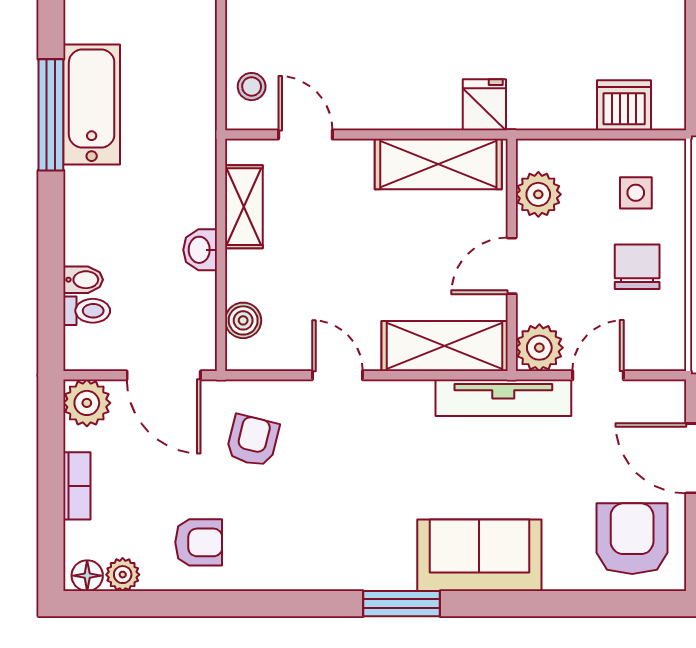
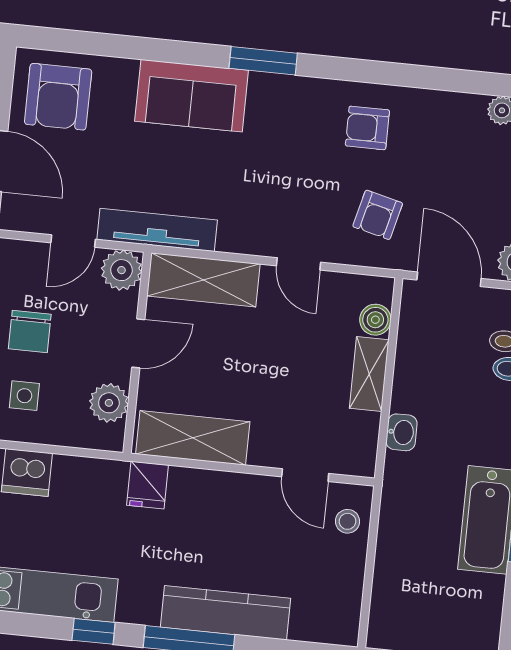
shelving: (244, 207) -> (369, 374), moved
washbasin: (200, 250) -> (401, 432), moved
armchair: (199, 542) -> (367, 128), moved

